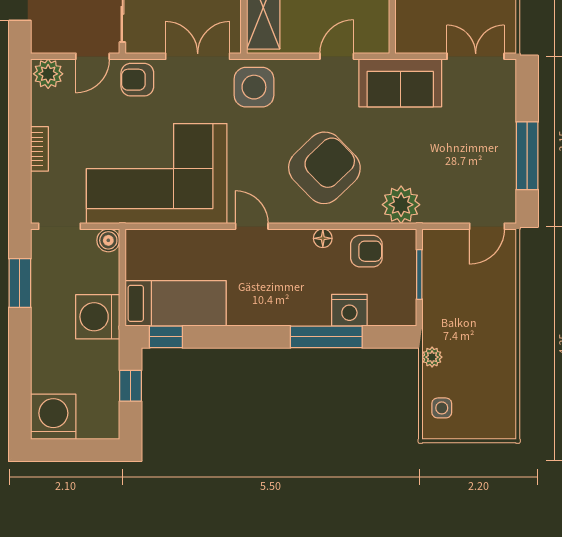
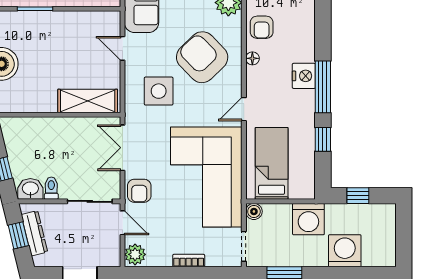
side table: (254, 87) -> (159, 91), moved
armchair: (366, 251) -> (262, 27), turned 180
bed: (176, 303) -> (272, 163), moved
nightstand: (349, 310) -> (304, 76), moved
window: (166, 337) -> (323, 139), moved
window: (326, 337) -> (323, 87), moved
washing machine: (53, 417) -> (345, 251), moved, turned 90

